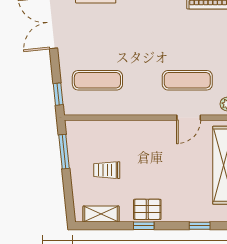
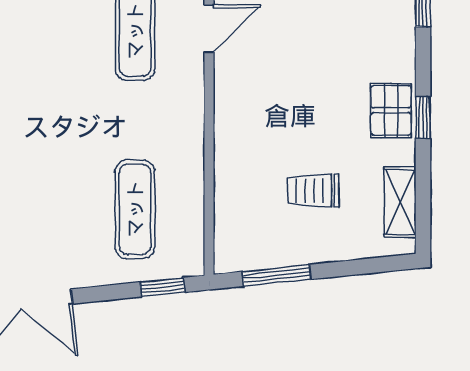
door: (189, 118) -> (209, 29), hinge flipped
trolley: (107, 170) -> (313, 191), turned 90

